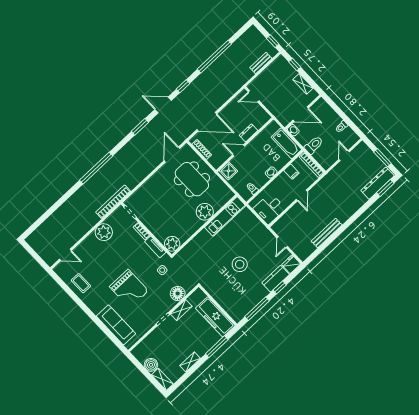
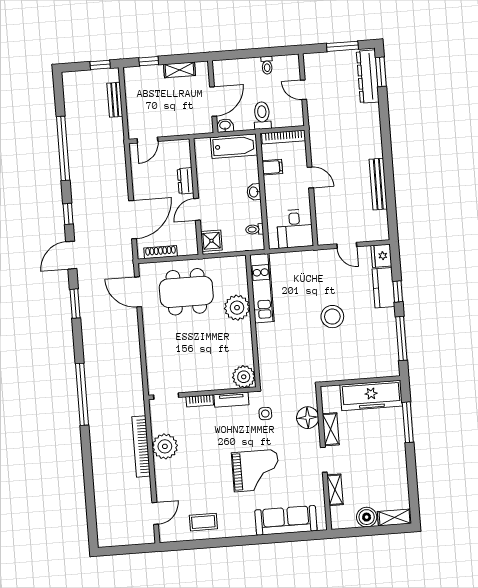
bookcase: (113, 202) -> (141, 446), moved
shelving: (190, 362) -> (335, 490), moved

